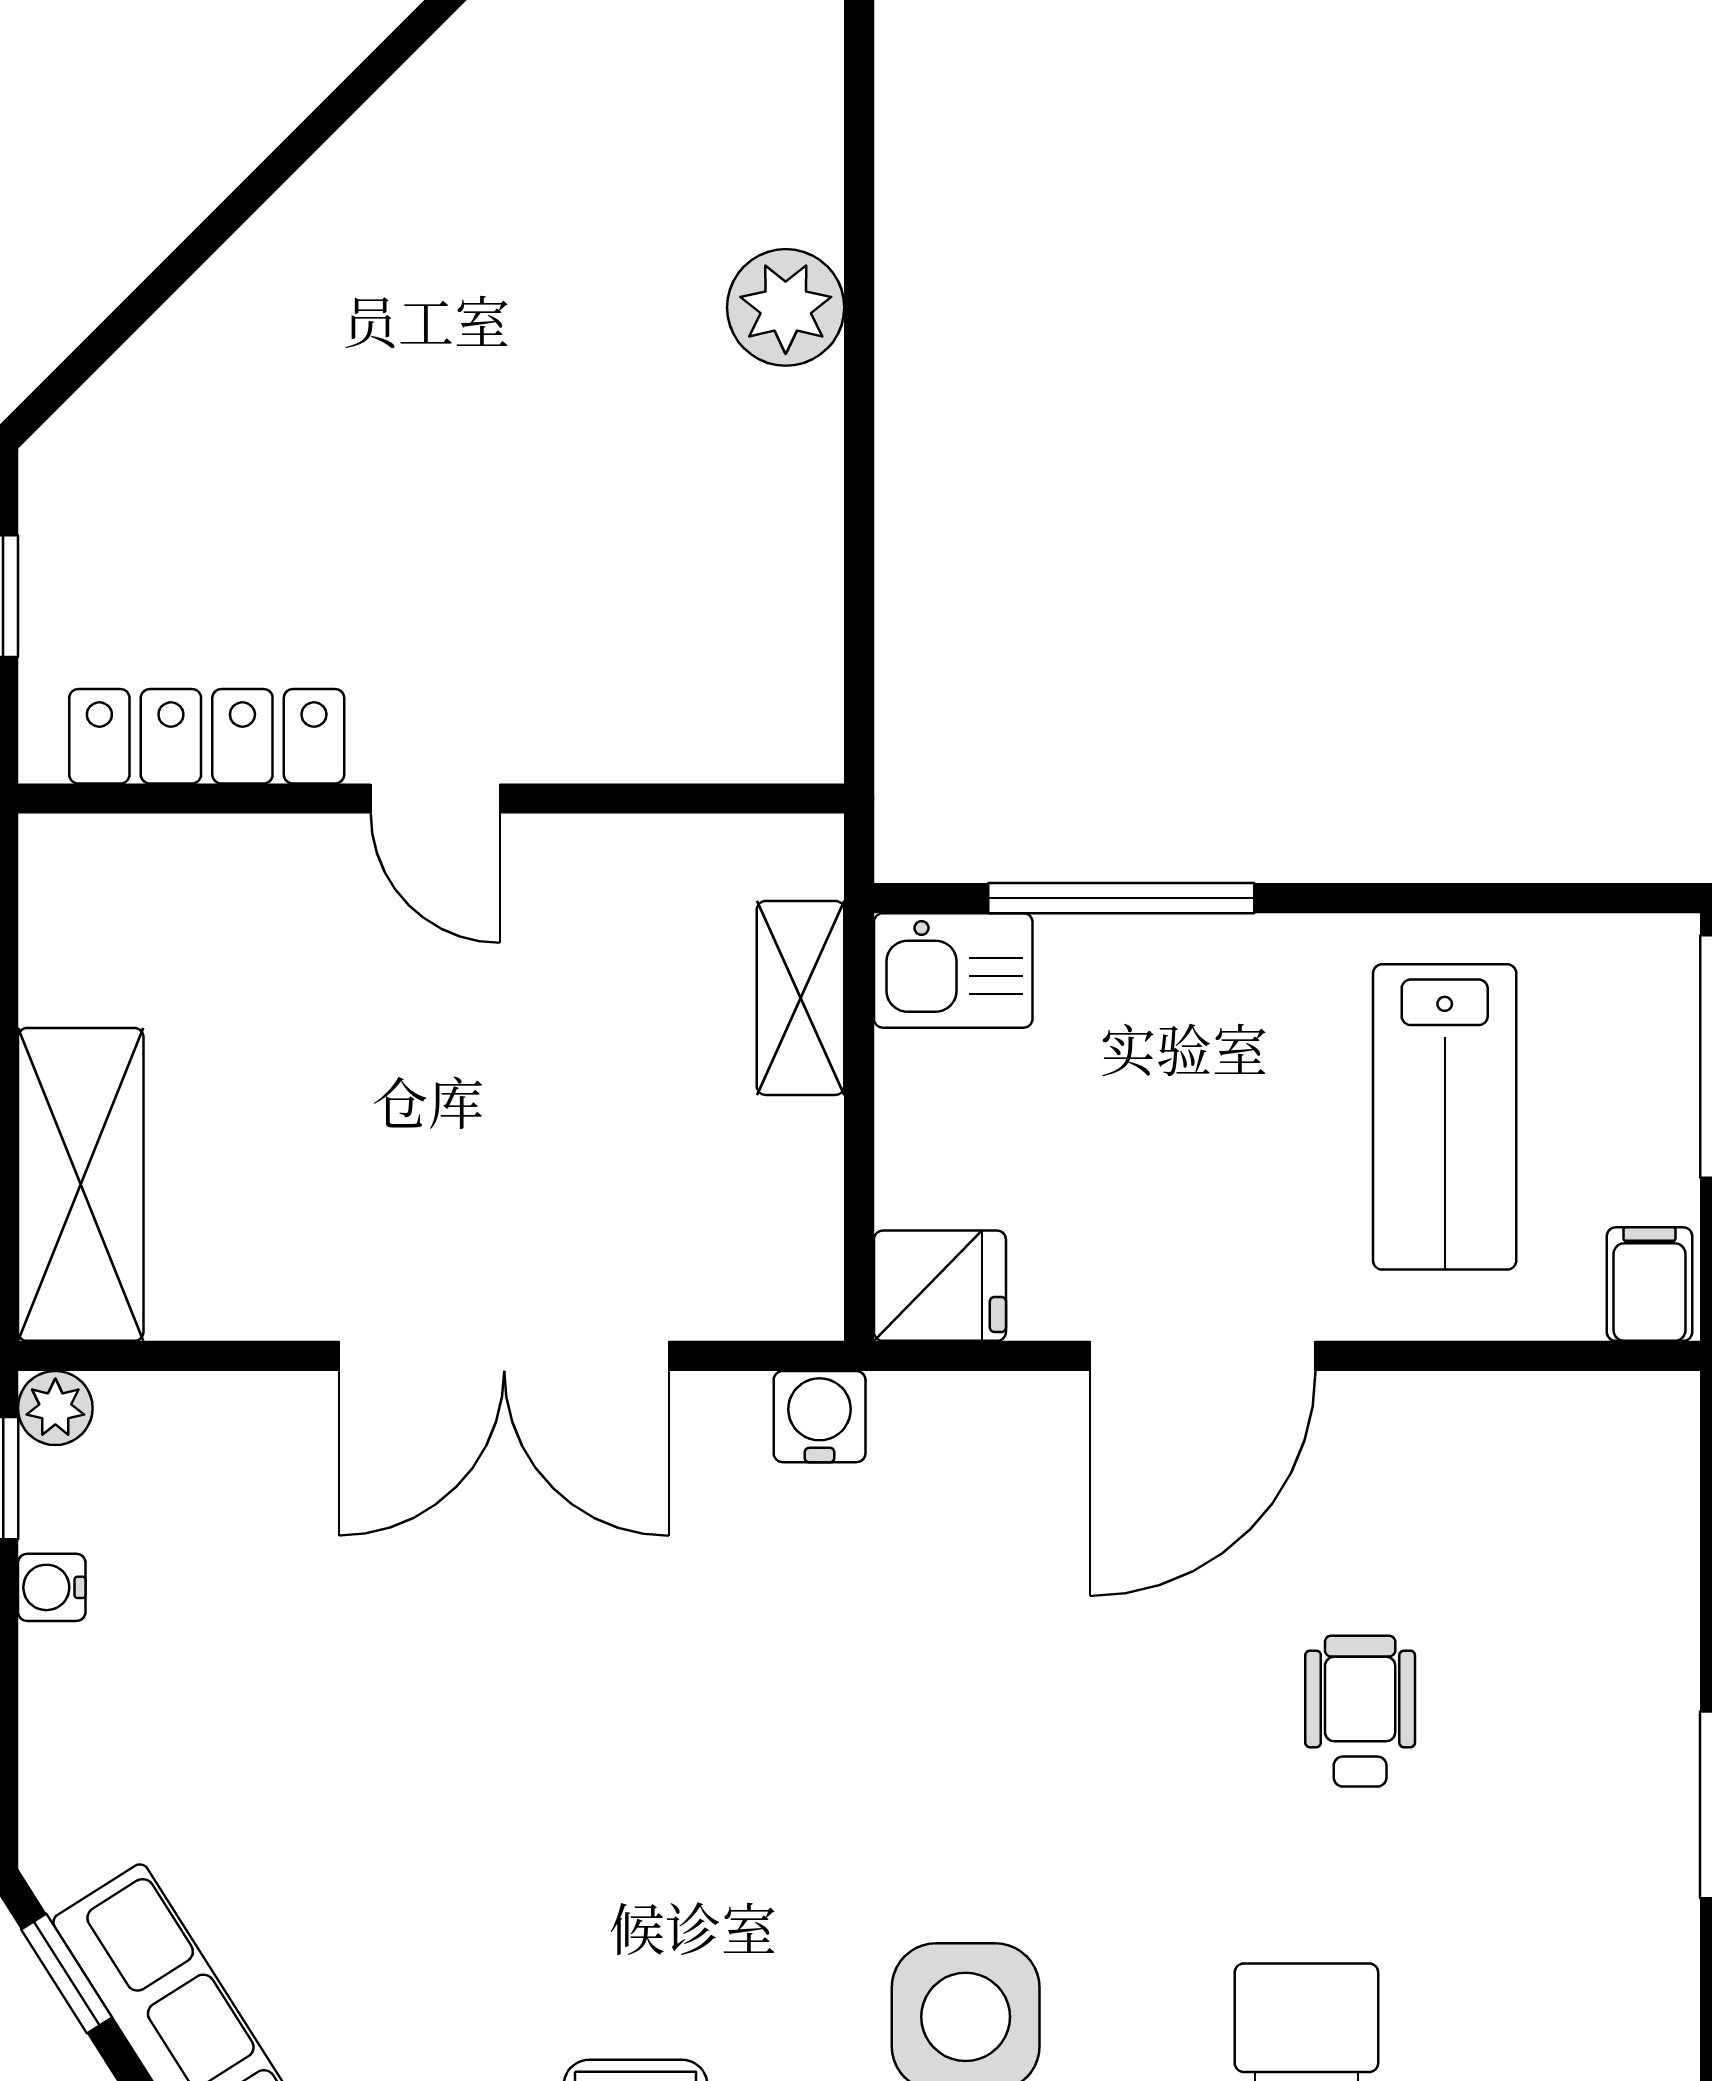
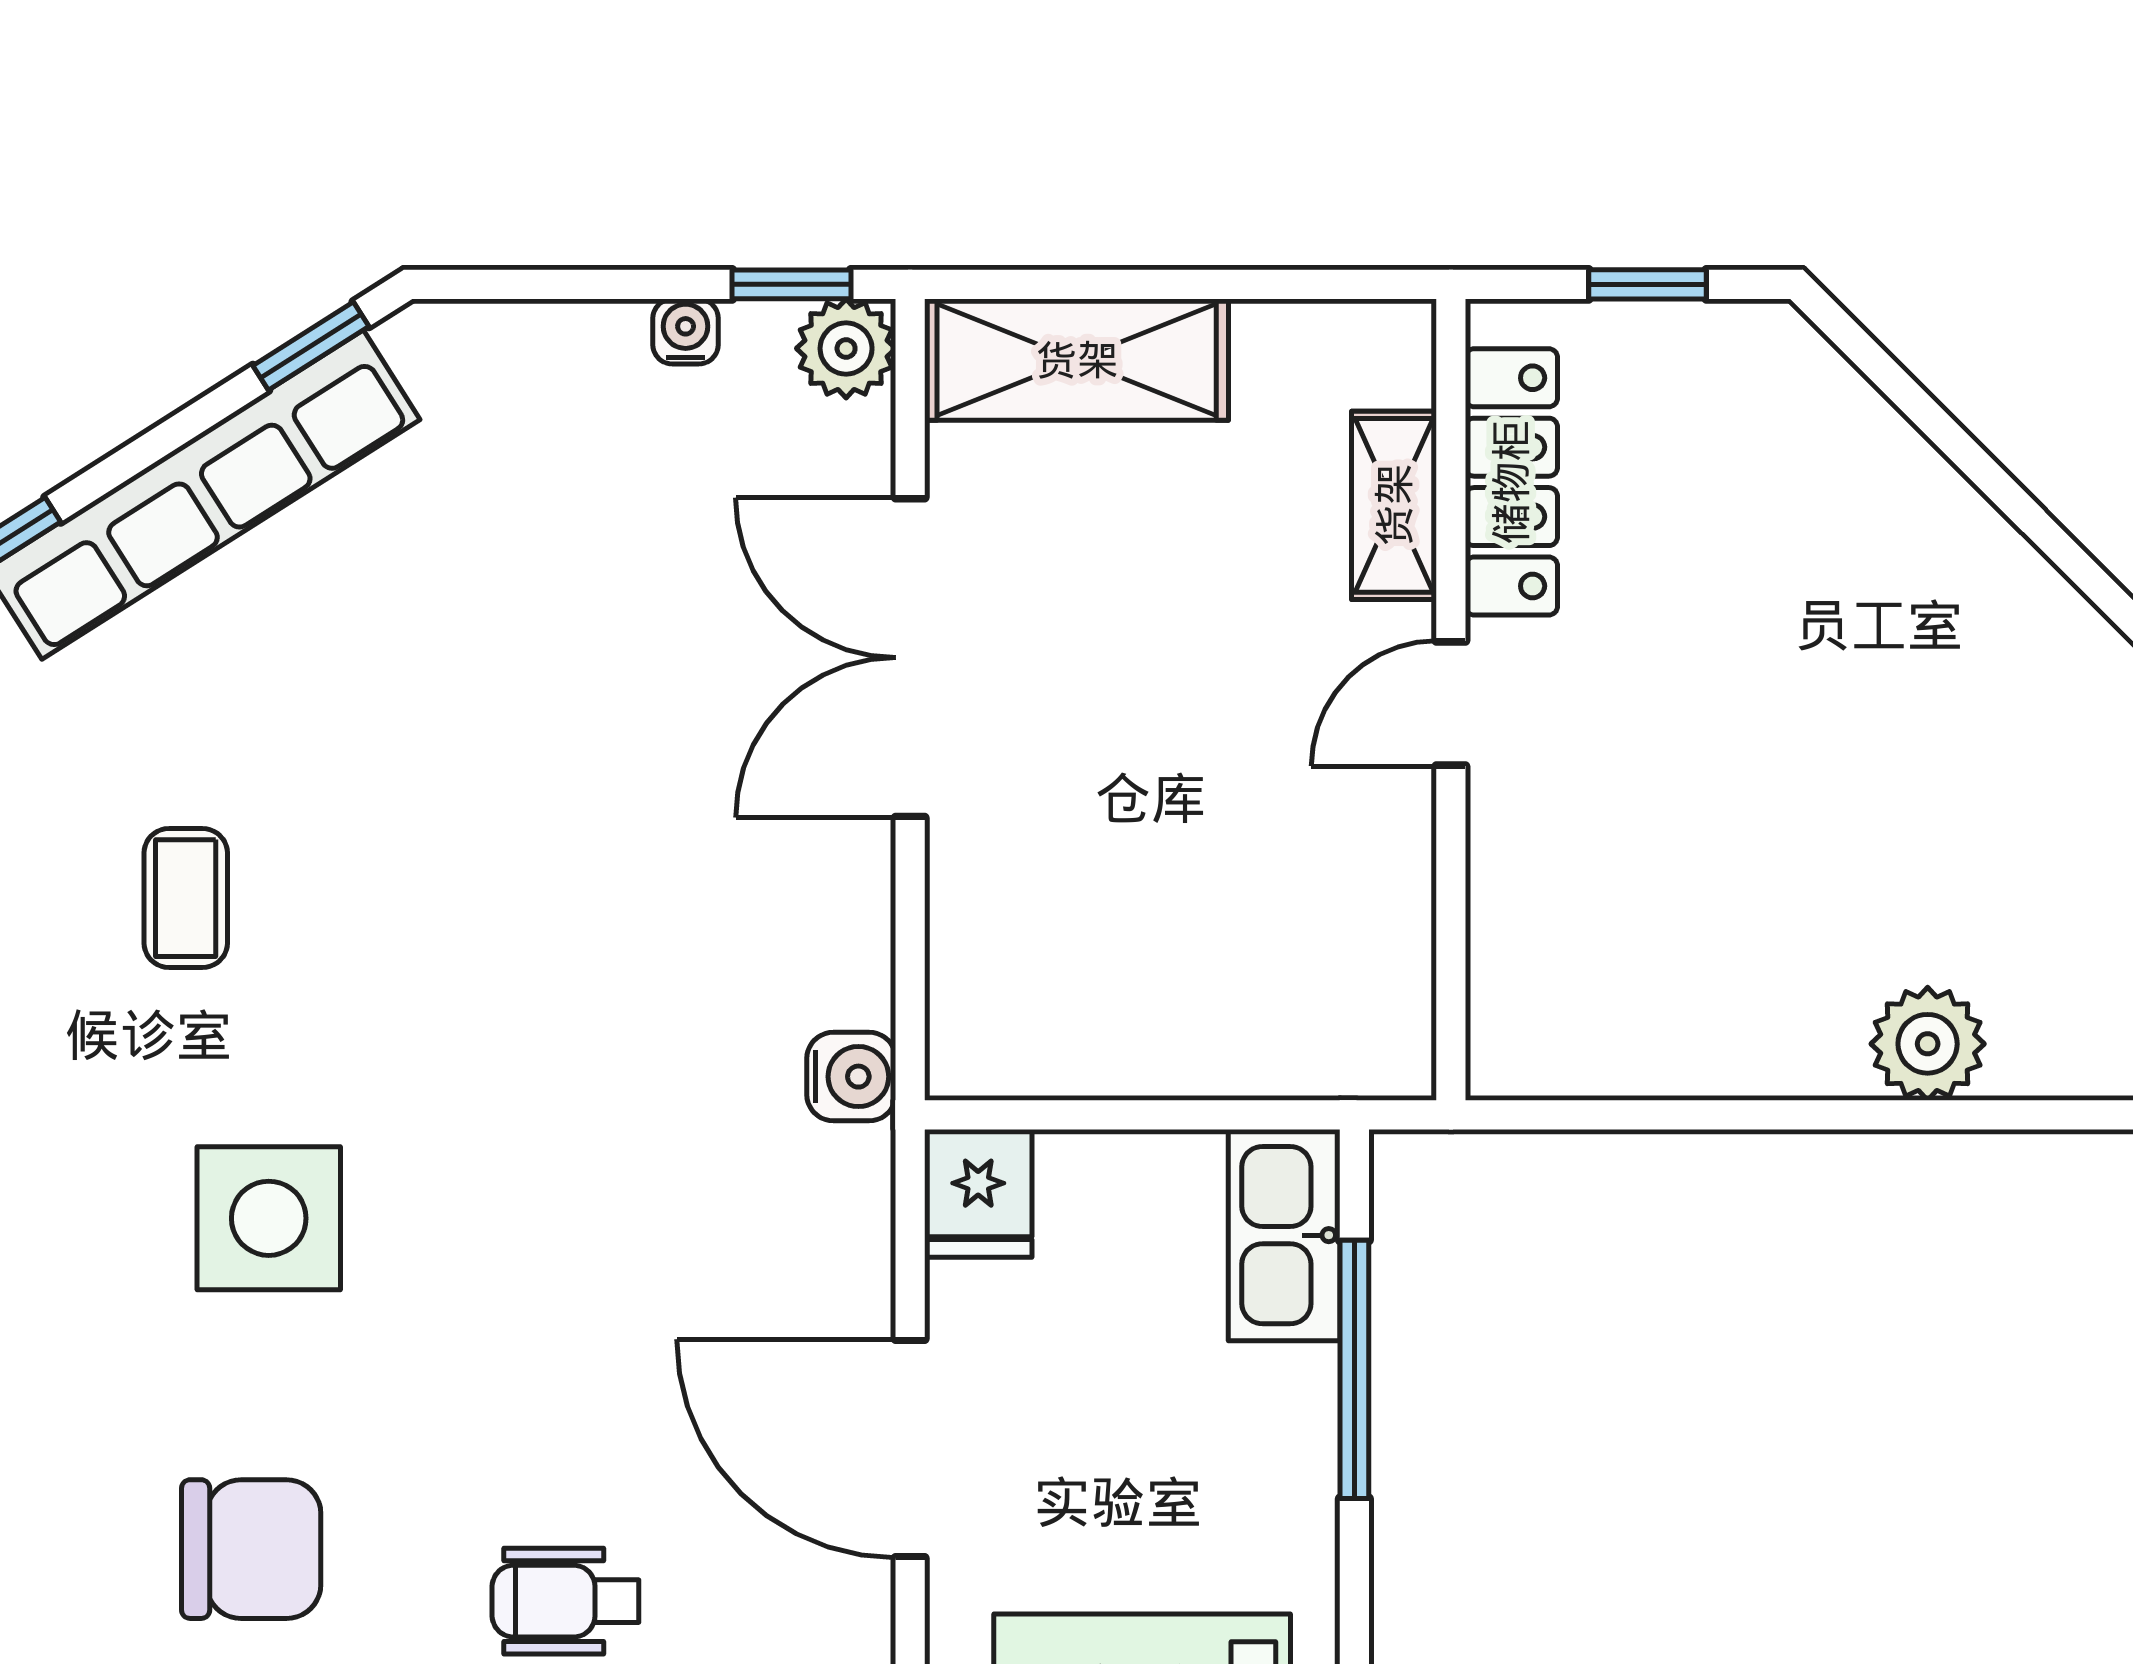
kitchen sink: (953, 970) -> (1284, 1235), width x1.38
shelving: (800, 998) -> (1394, 505), moved, turned 90
double door: (504, 1356) -> (910, 658), moved
plant: (55, 1408) -> (846, 348), width x1.38, depth x1.38
wheelchair: (1360, 1711) -> (566, 1601), turned 180

